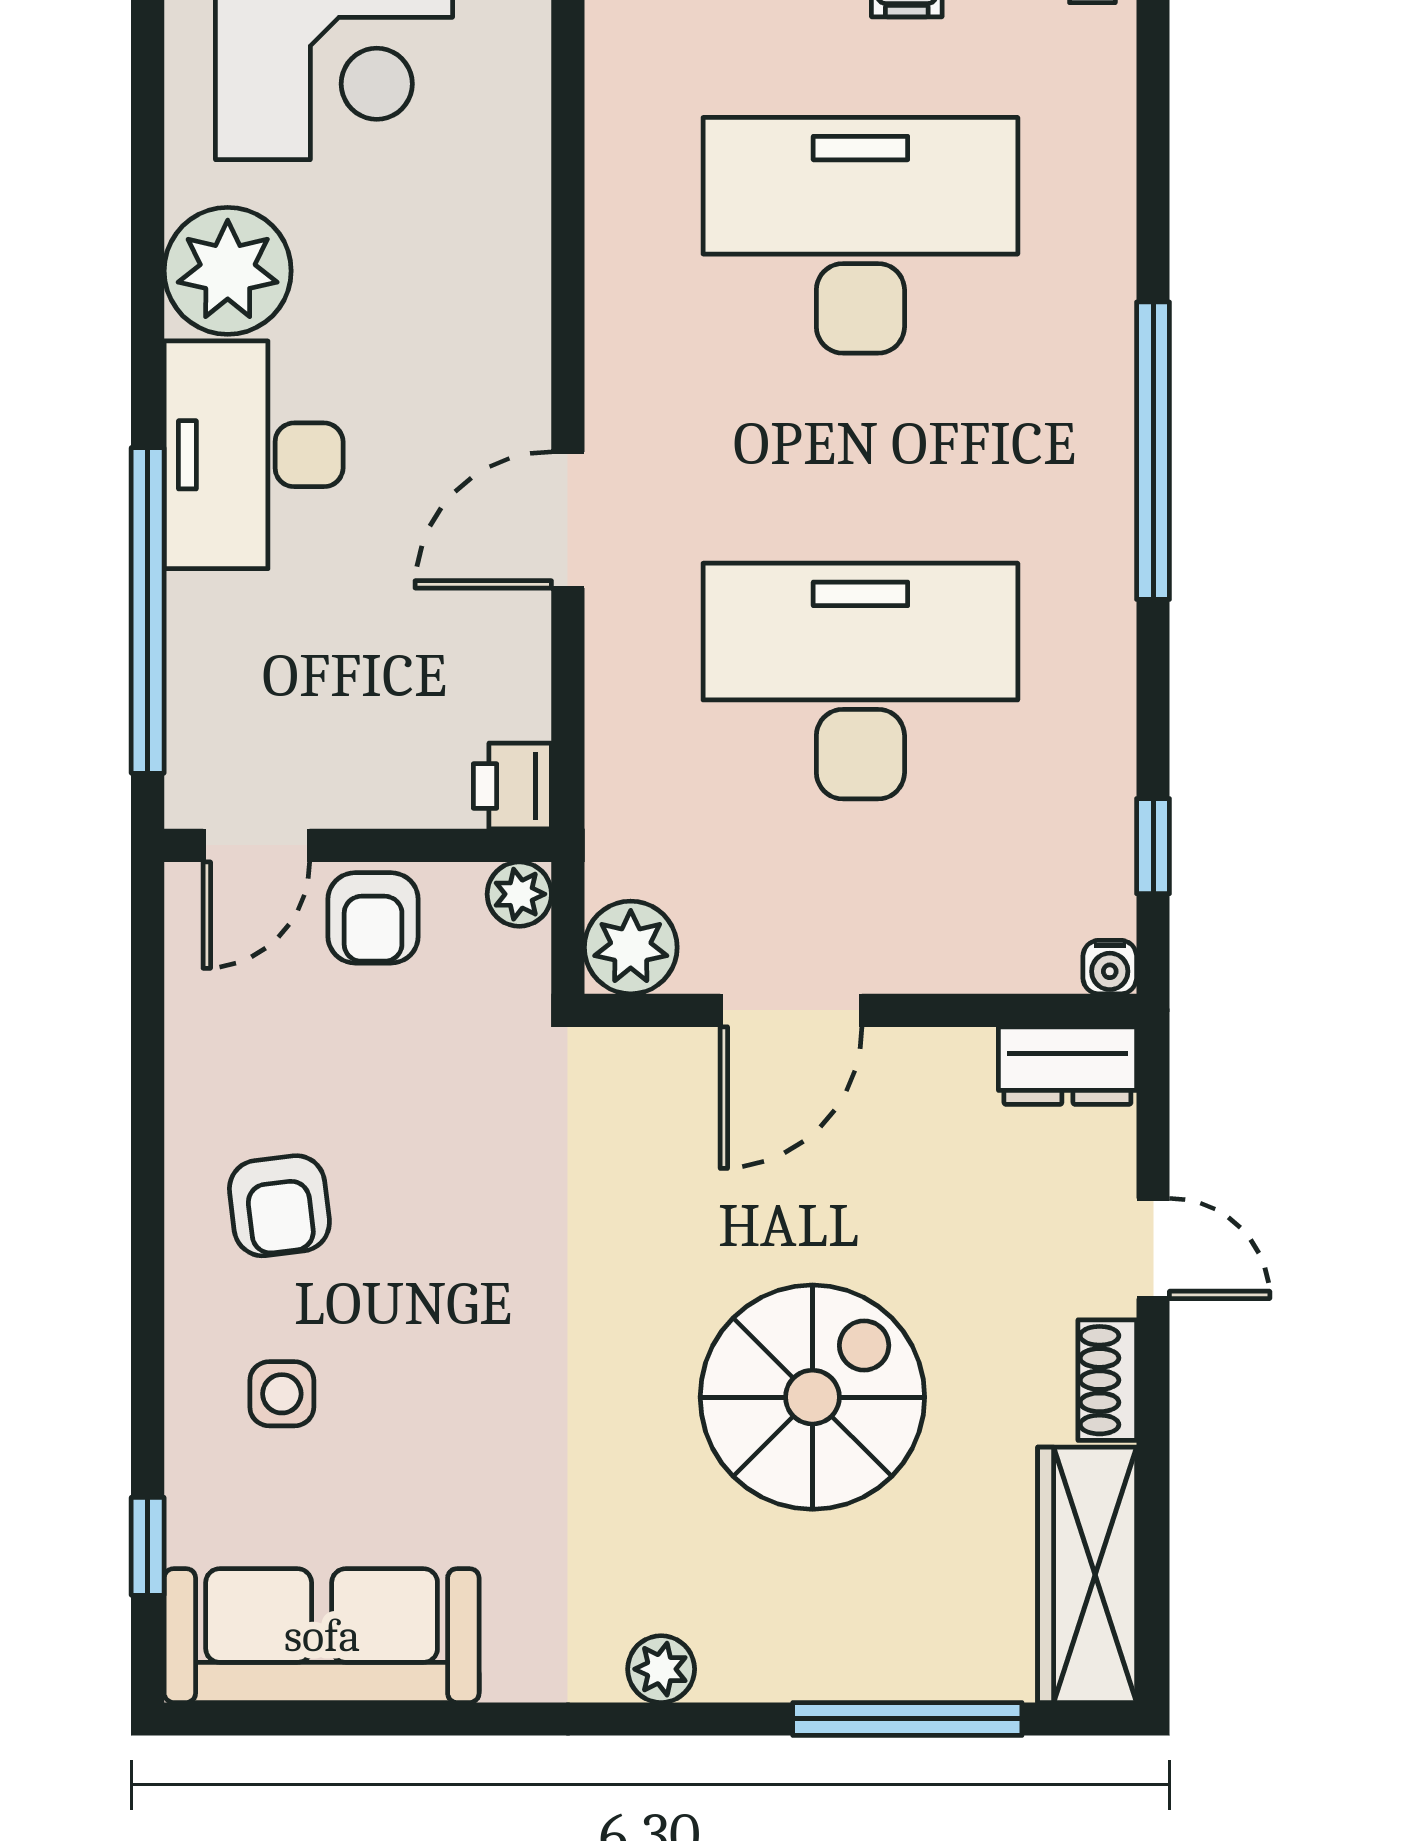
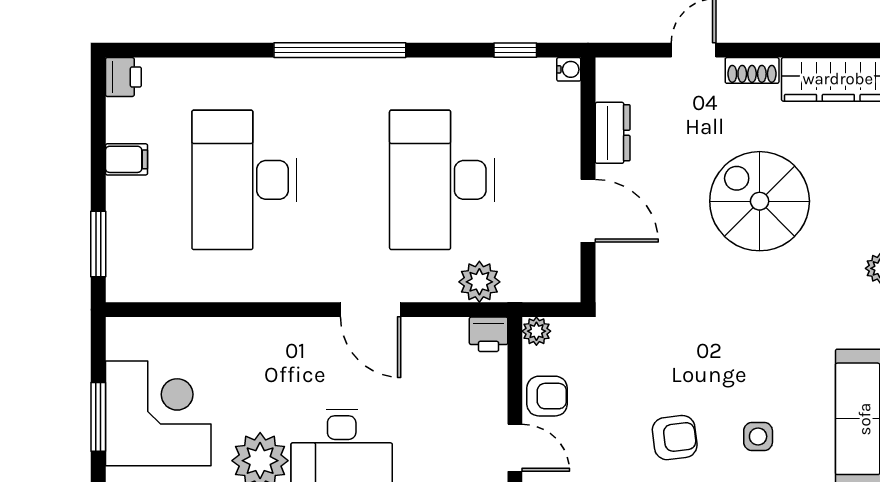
plant: (631, 947) -> (479, 282), moved
dresser: (1067, 1066) -> (613, 133), moved

